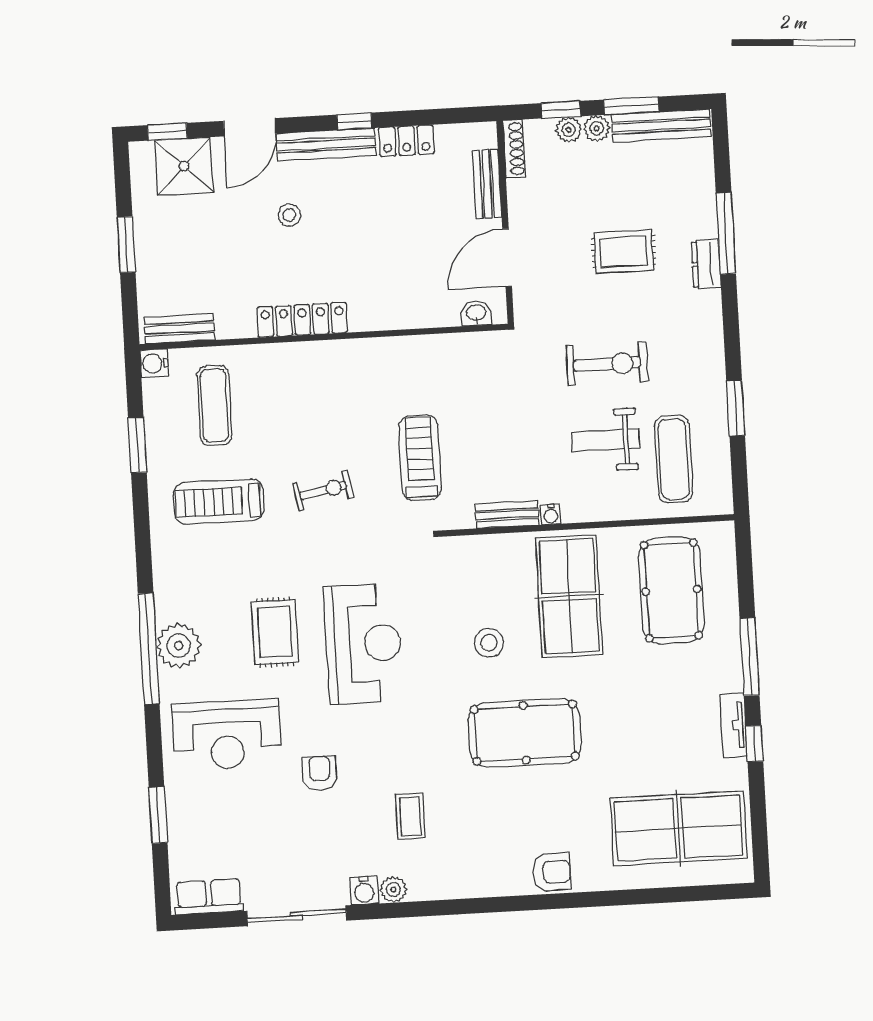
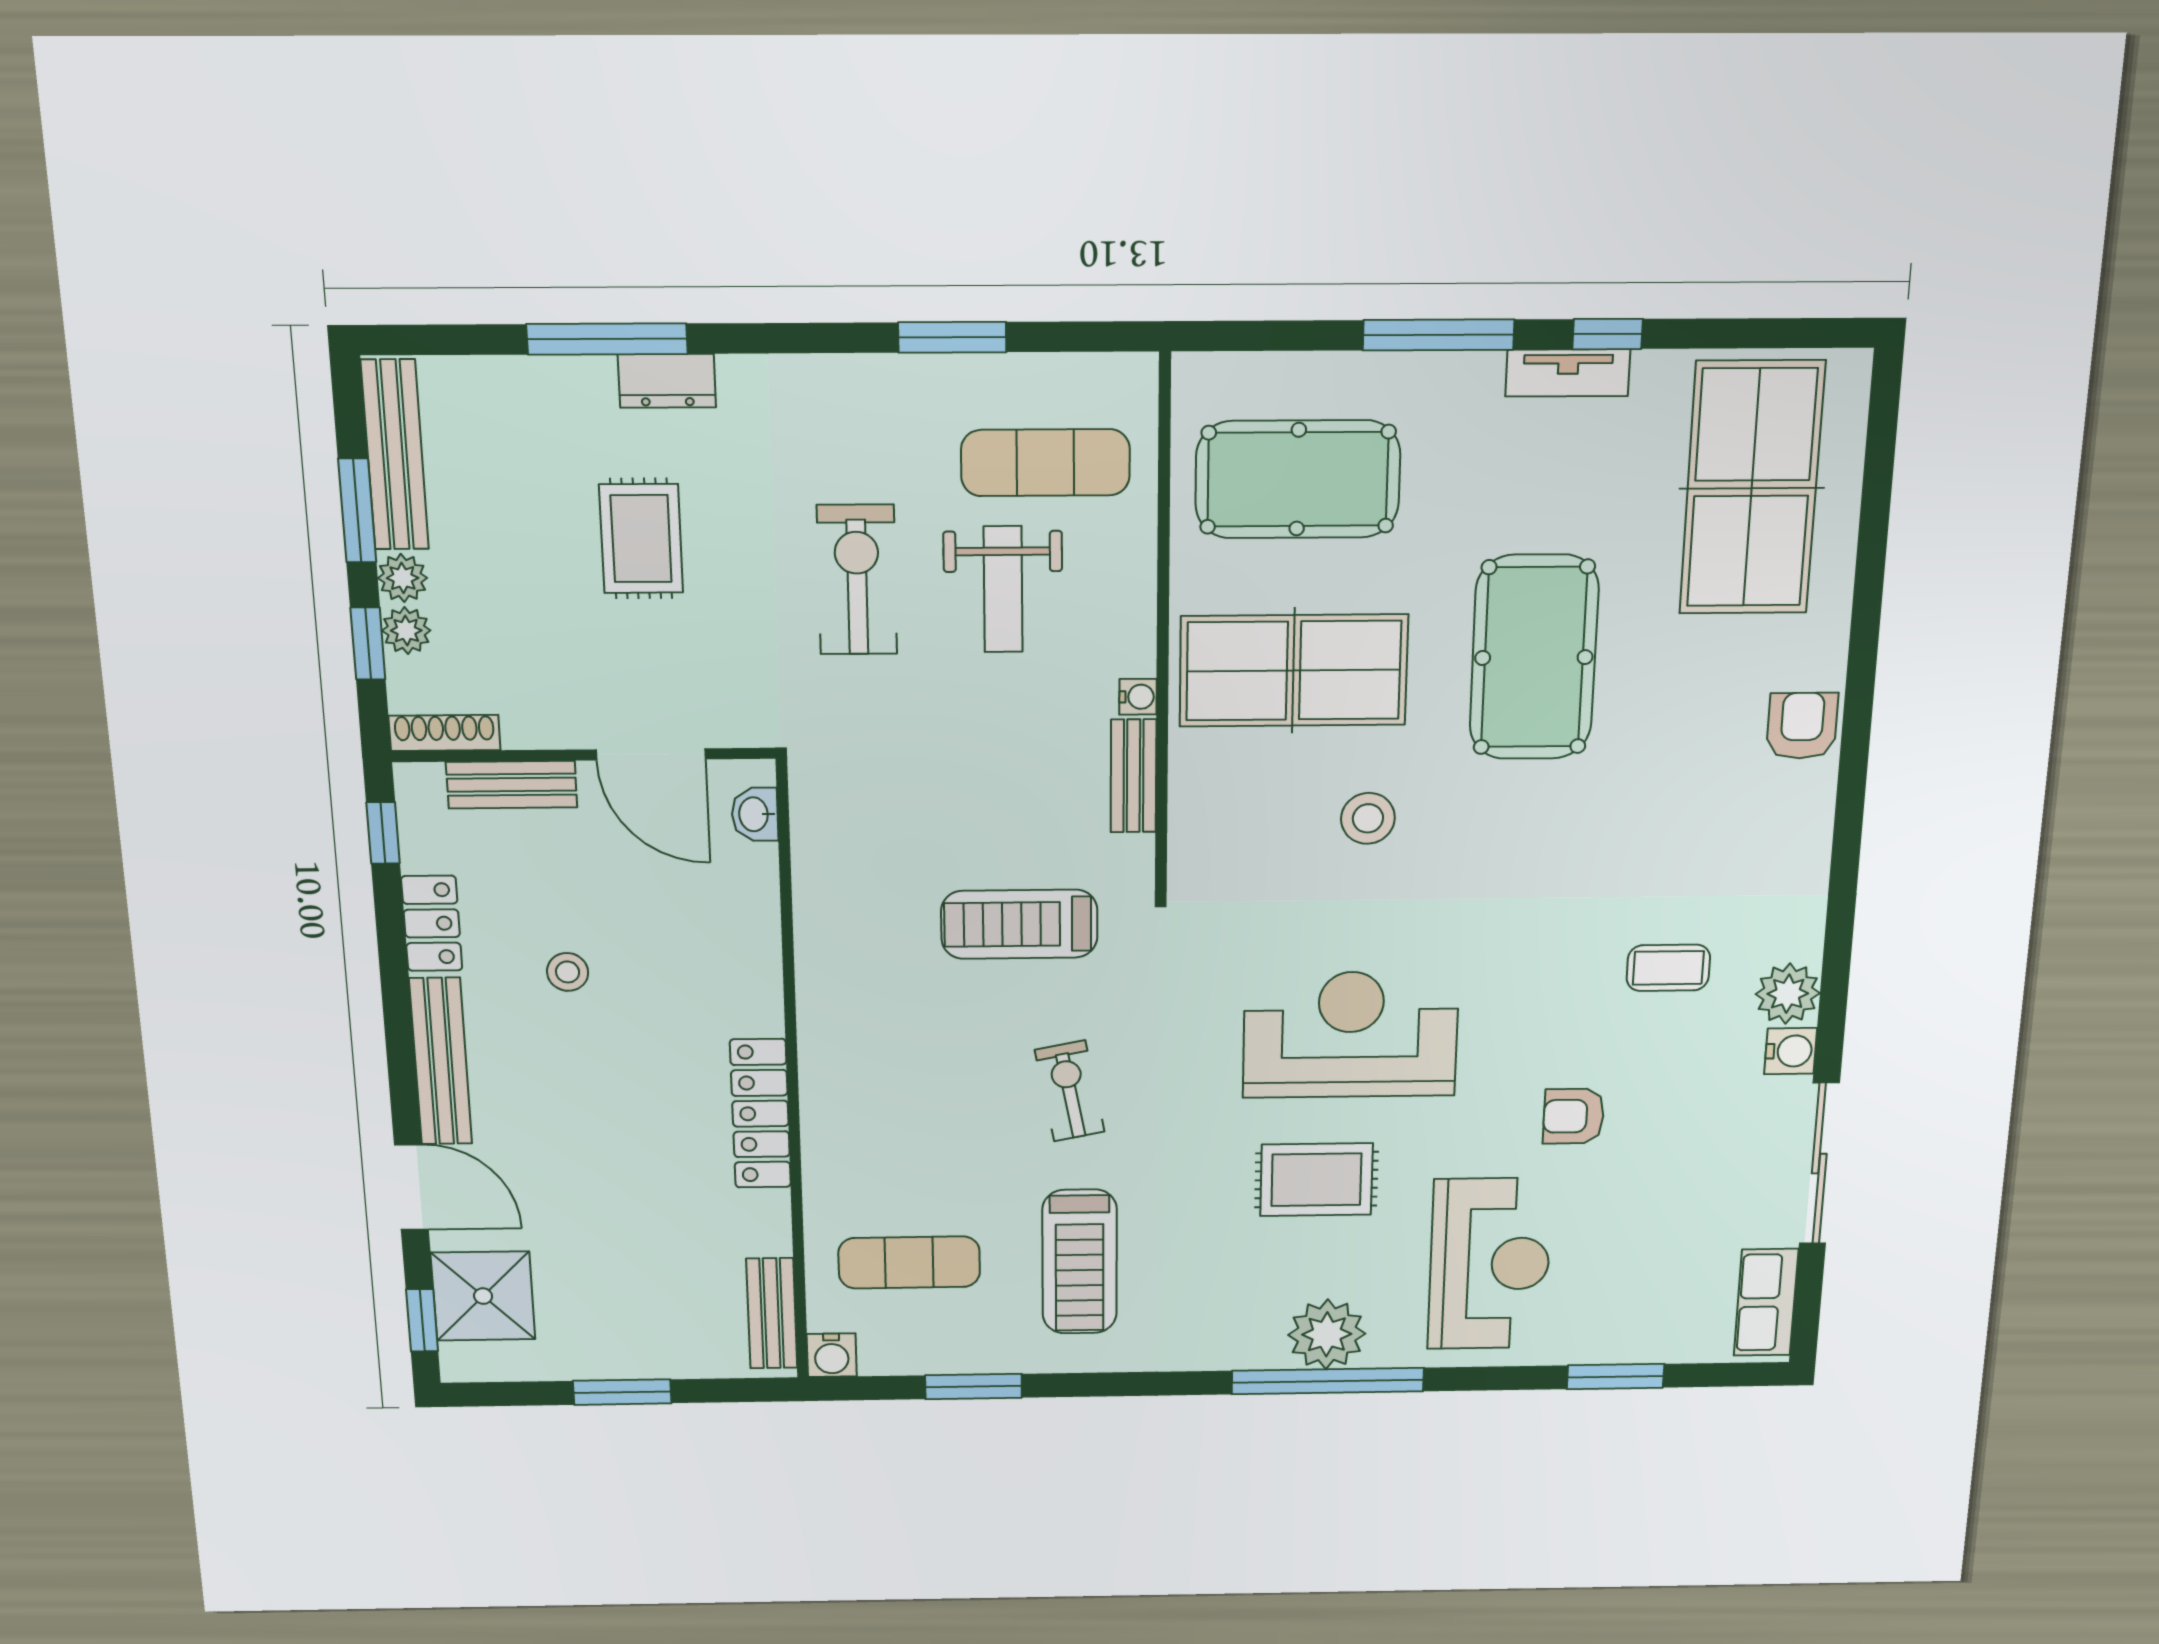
window: (354, 121) -> (383, 833), moved
stool: (289, 215) -> (568, 972), moved
pool table: (525, 733) -> (1534, 658), moved
plant: (393, 890) -> (1788, 994), width x1.38, depth x1.38

